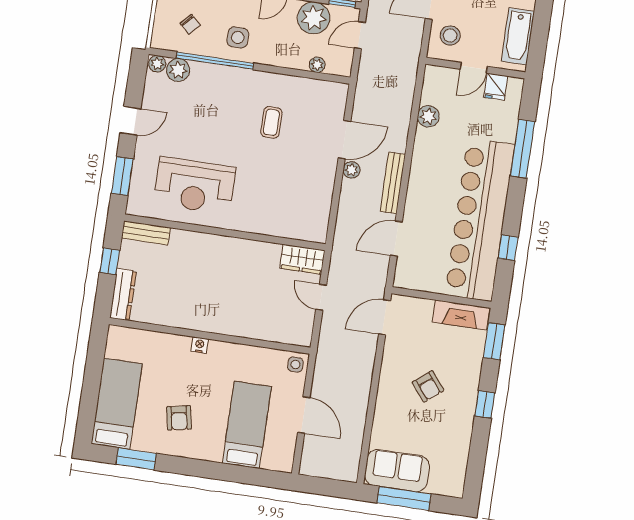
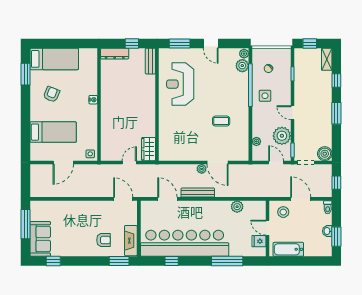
armchair: (428, 386) -> (103, 240), moved, turned -141
window: (485, 404) -> (53, 261), moved
armchair: (179, 418) -> (52, 94), turned 123
sofa: (397, 471) -> (40, 239), moved

